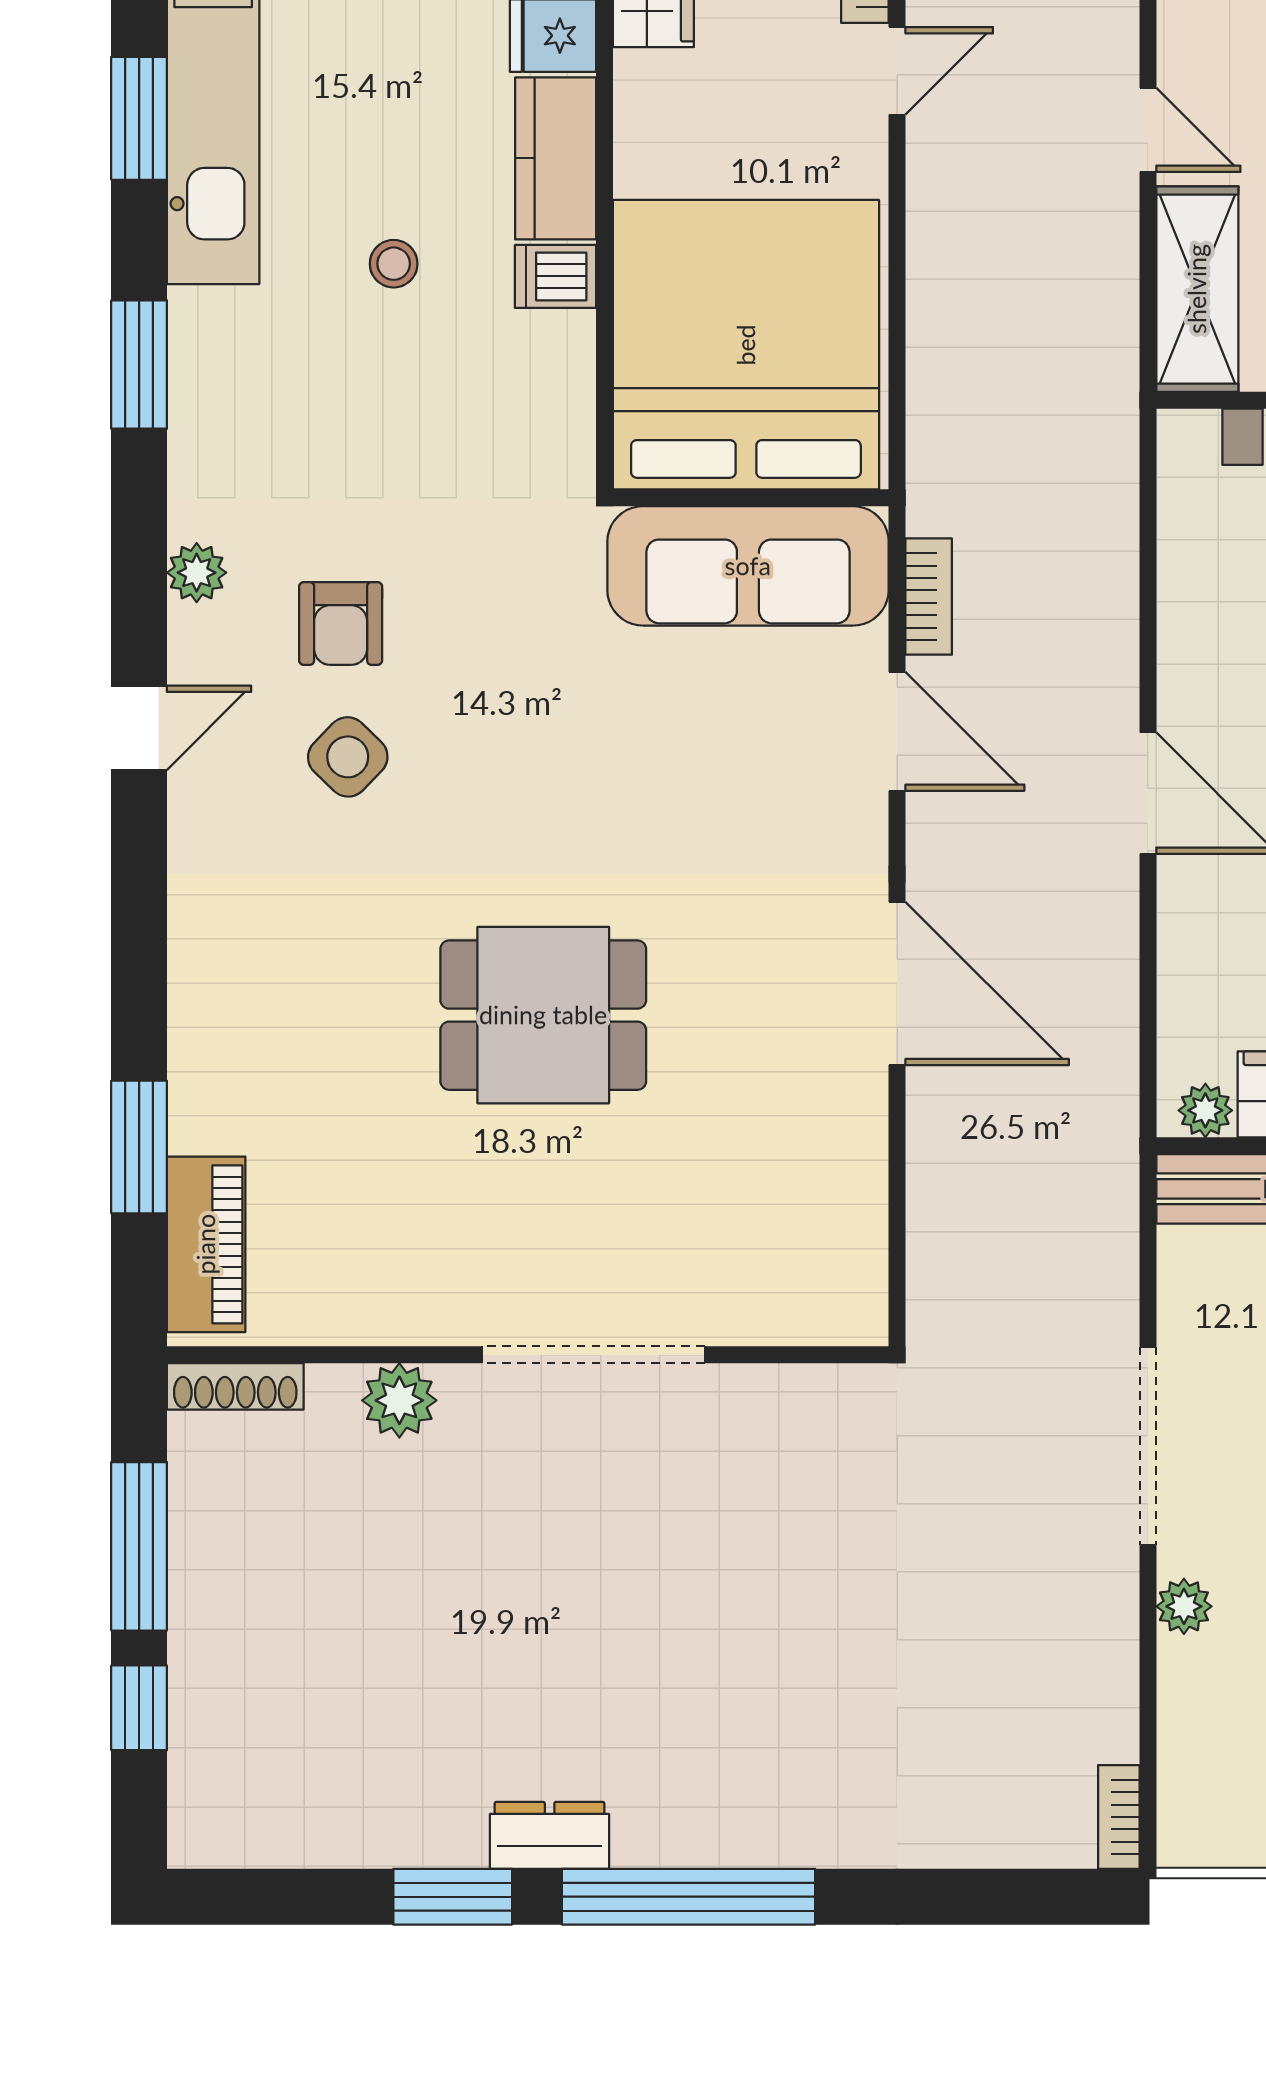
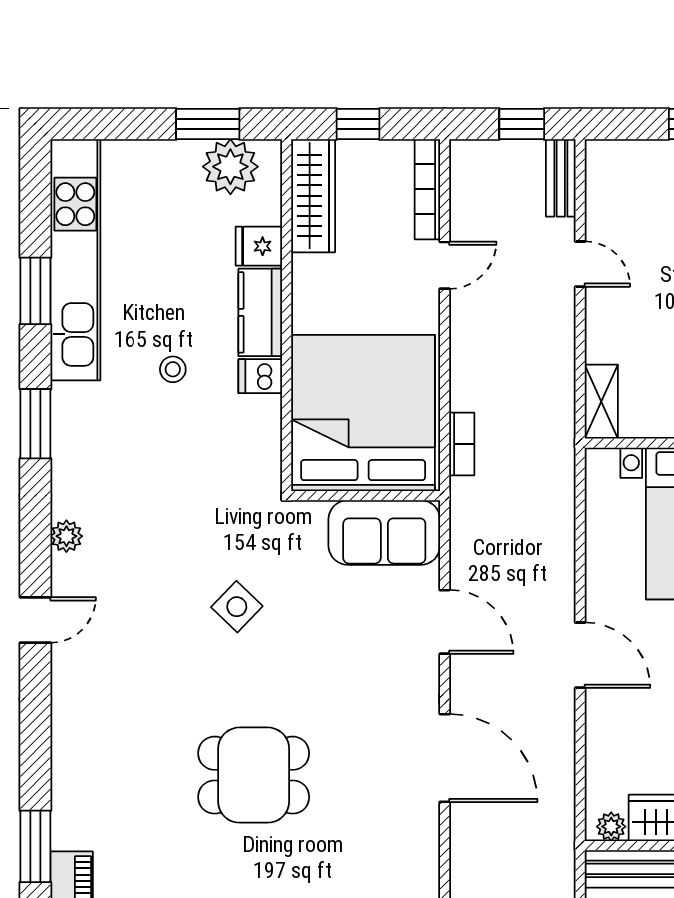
door: (1148, 130) -> (580, 264), moved
shelving: (1197, 289) -> (601, 402), width x0.67, depth x0.75
sofa: (748, 566) -> (384, 533), width x0.73
bookcase: (929, 597) -> (462, 444), moved
armchair: (341, 623) -> (144, 564), removed
side table: (348, 757) -> (237, 607), moved

